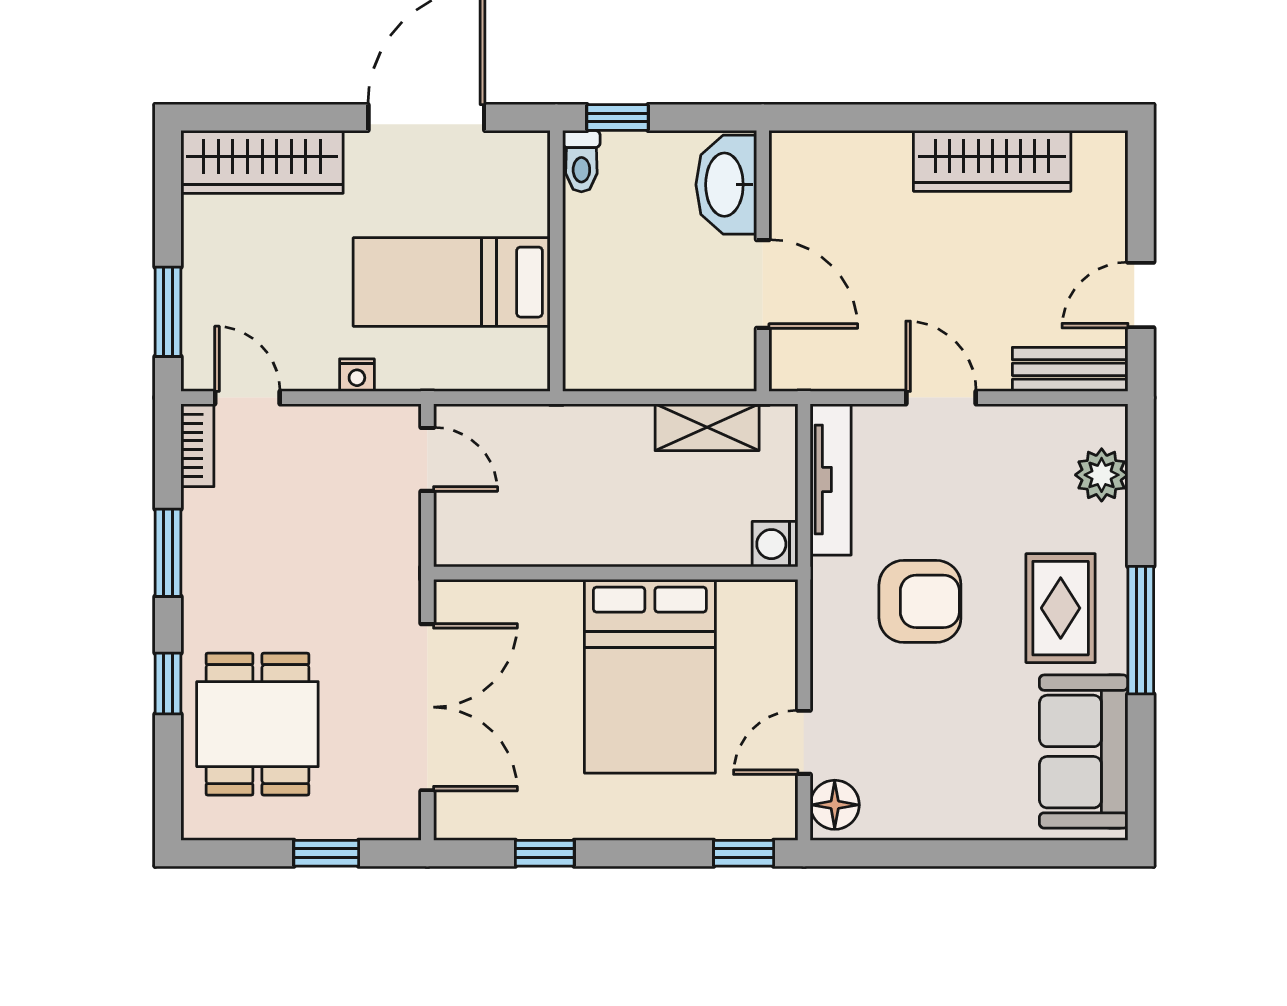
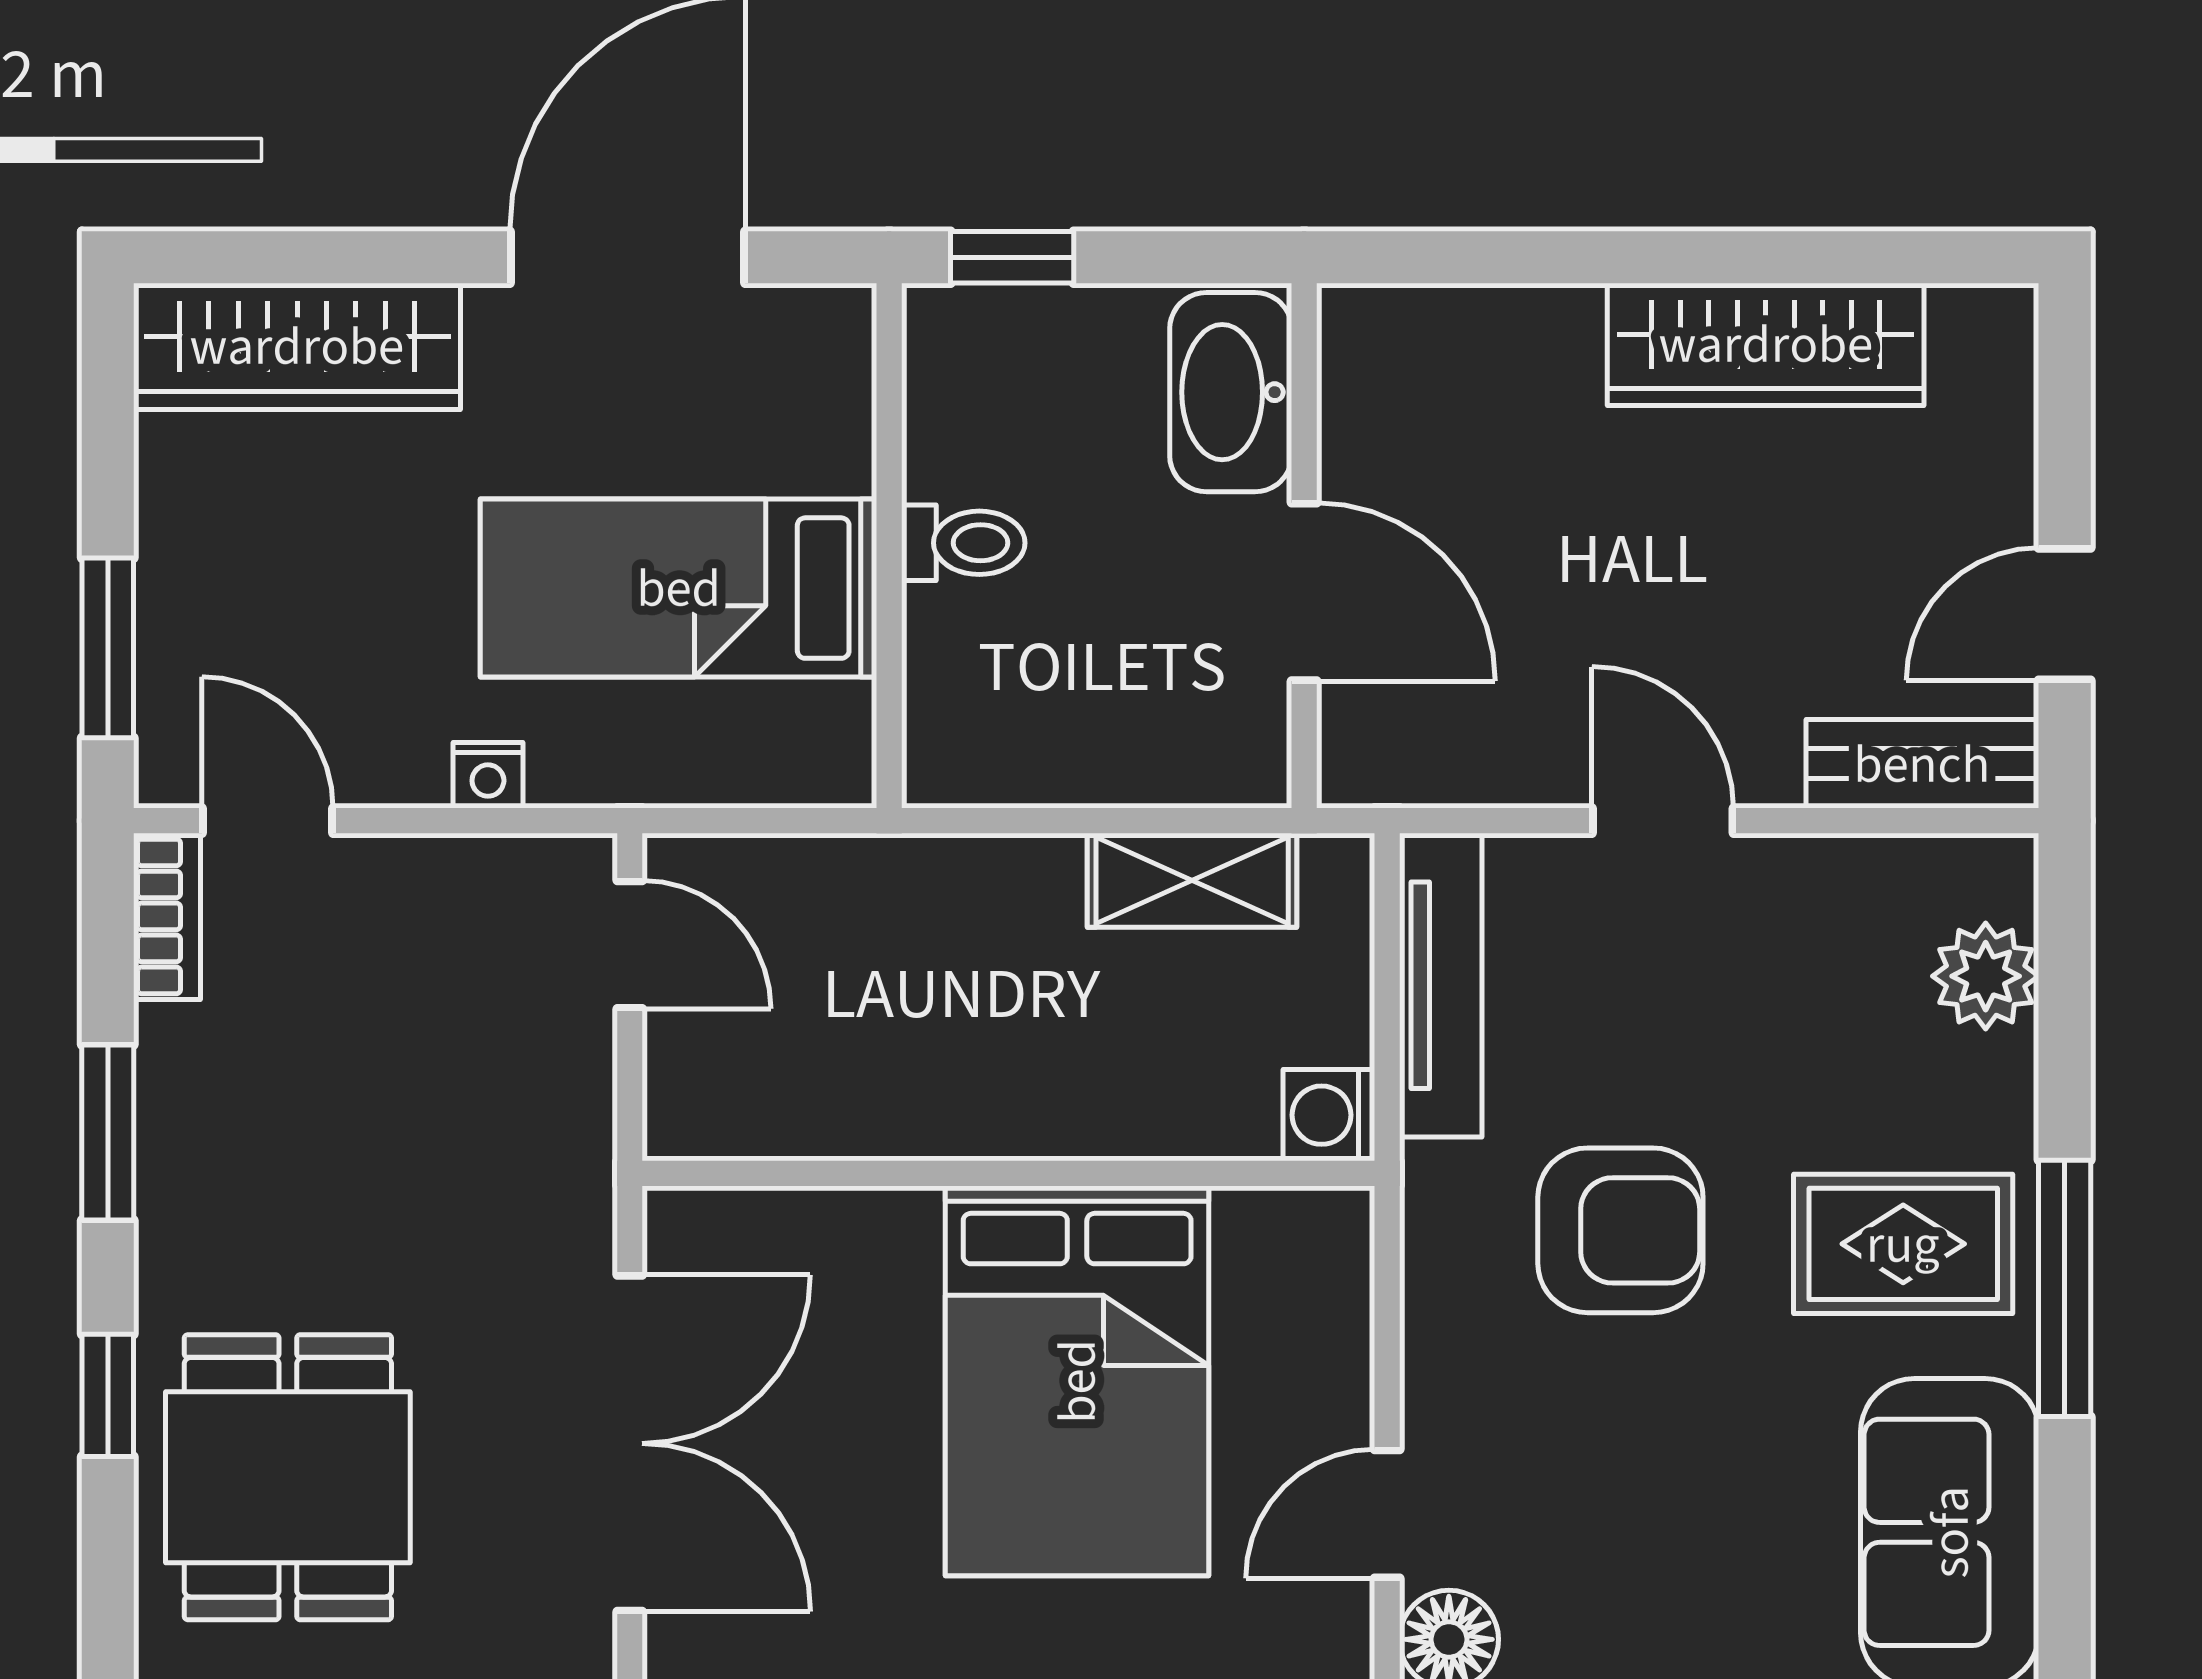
toilet: (581, 161) -> (963, 543), moved, turned -90
rug: (1061, 608) -> (1903, 1244), turned 90

